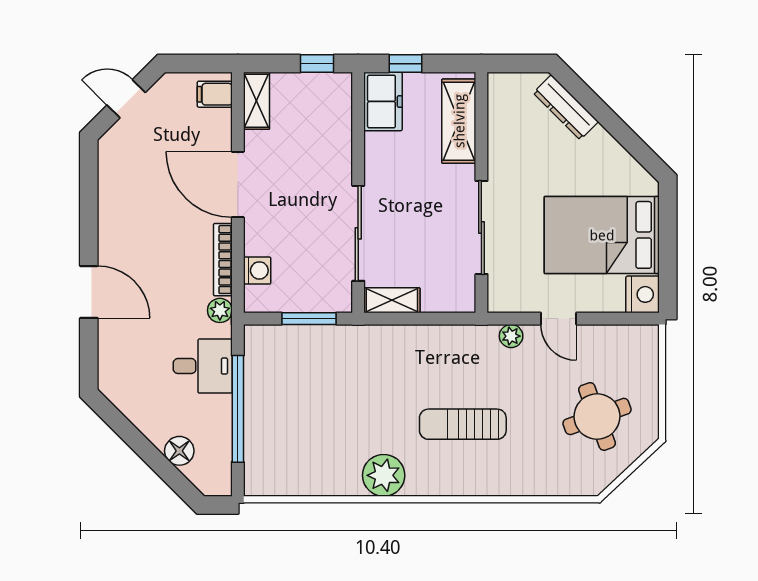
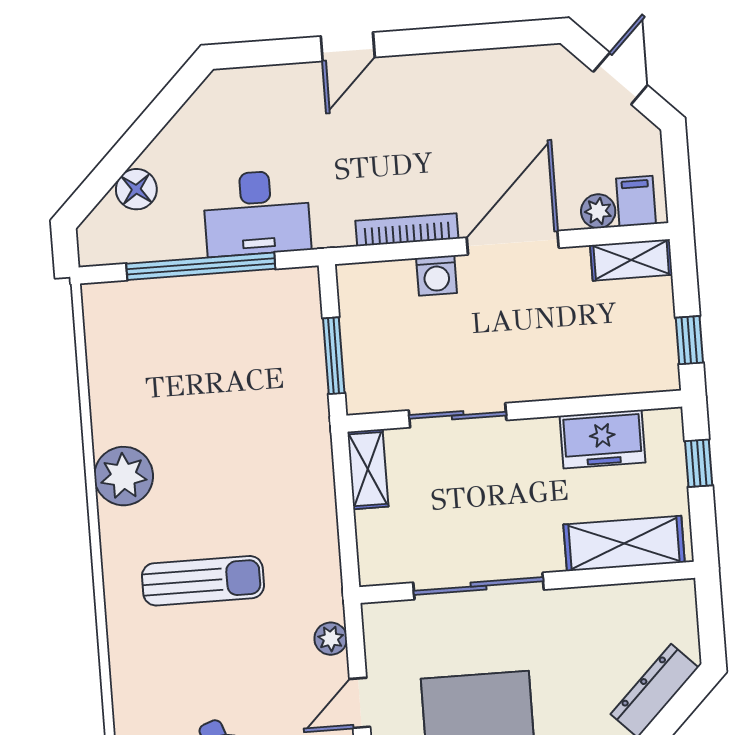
freezer: (383, 101) -> (603, 439), moved
sliding door: (358, 233) -> (458, 415), width x0.73
washing machine: (257, 270) -> (437, 276), moved
door: (89, 292) -> (348, 47), width x0.73
plant: (220, 310) -> (598, 211), moved
desk: (203, 366) -> (257, 213), width x1.37
sun lounger: (463, 424) -> (203, 581), turned 90

